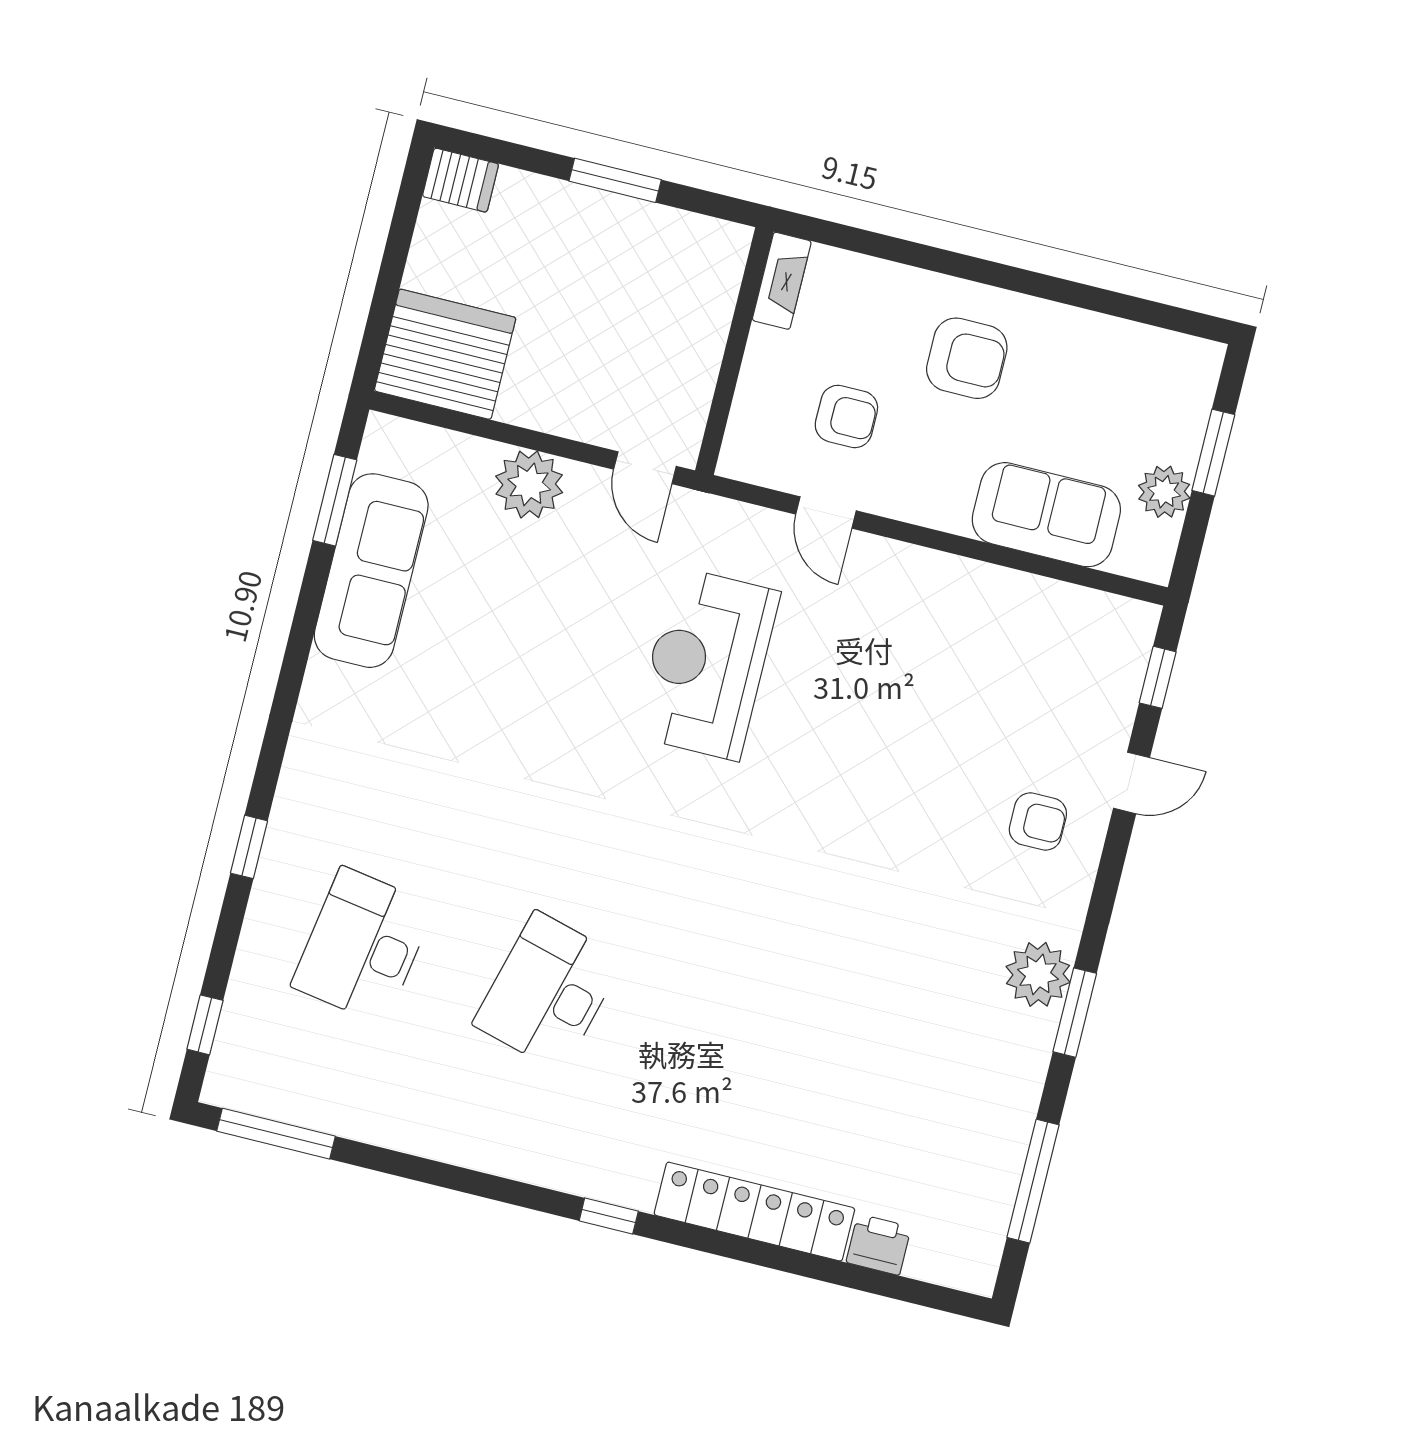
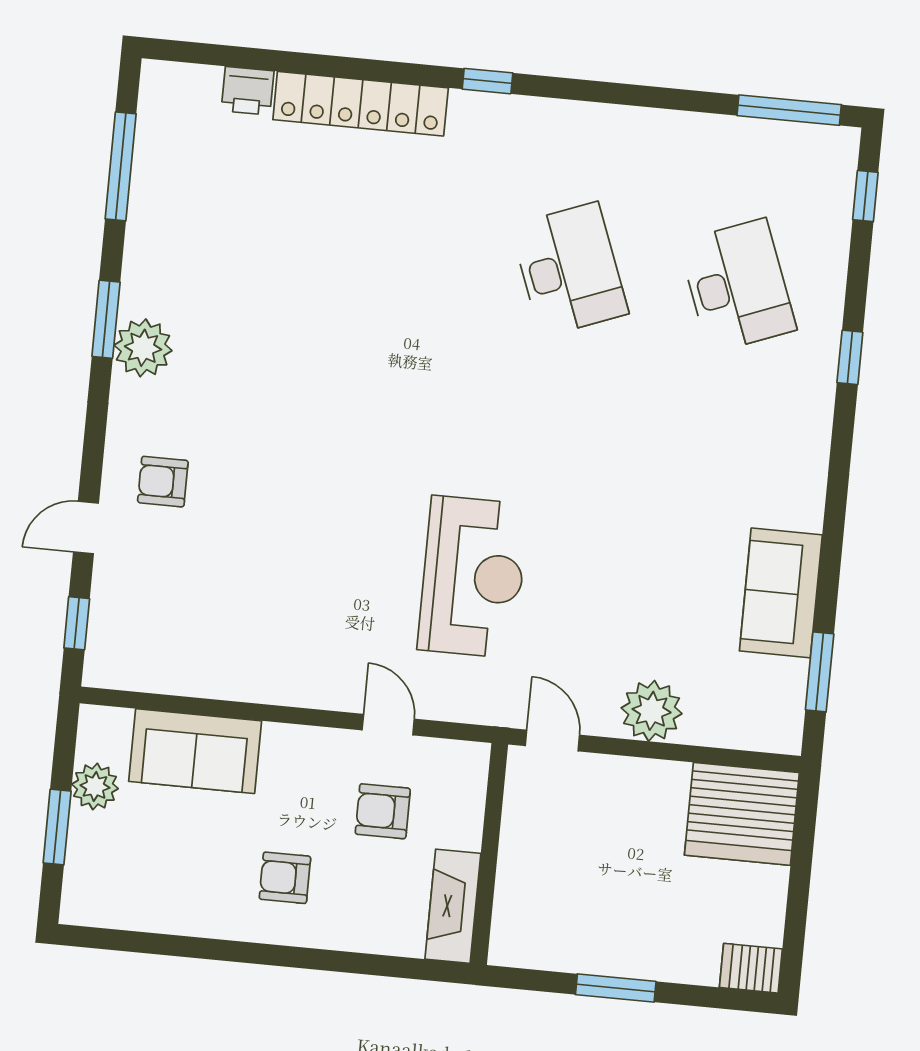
fireplace: (782, 281) -> (453, 906), width x1.37, depth x1.32
armchair: (967, 358) -> (285, 878), width x0.72, depth x0.72
sofa: (371, 571) -> (781, 593), width x0.73
desk: (363, 946) -> (737, 286), turned -30
desk: (548, 992) -> (569, 270), turned -36

